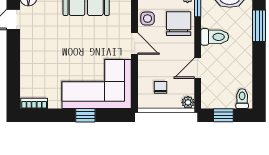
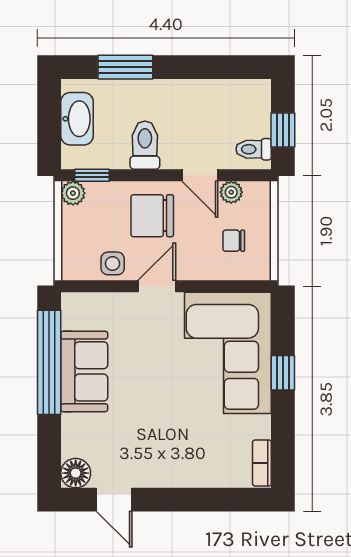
chair: (179, 24) -> (152, 216), moved
toilet: (242, 99) -> (254, 149), moved
plant: (188, 102) -> (231, 192), moved

